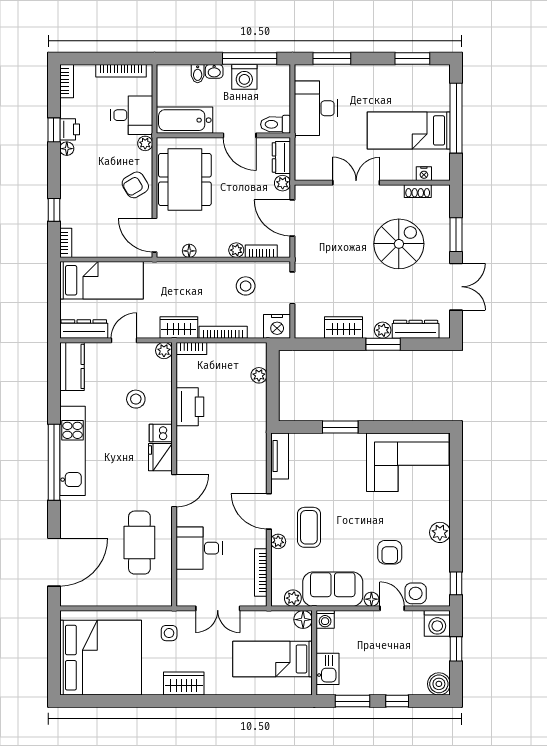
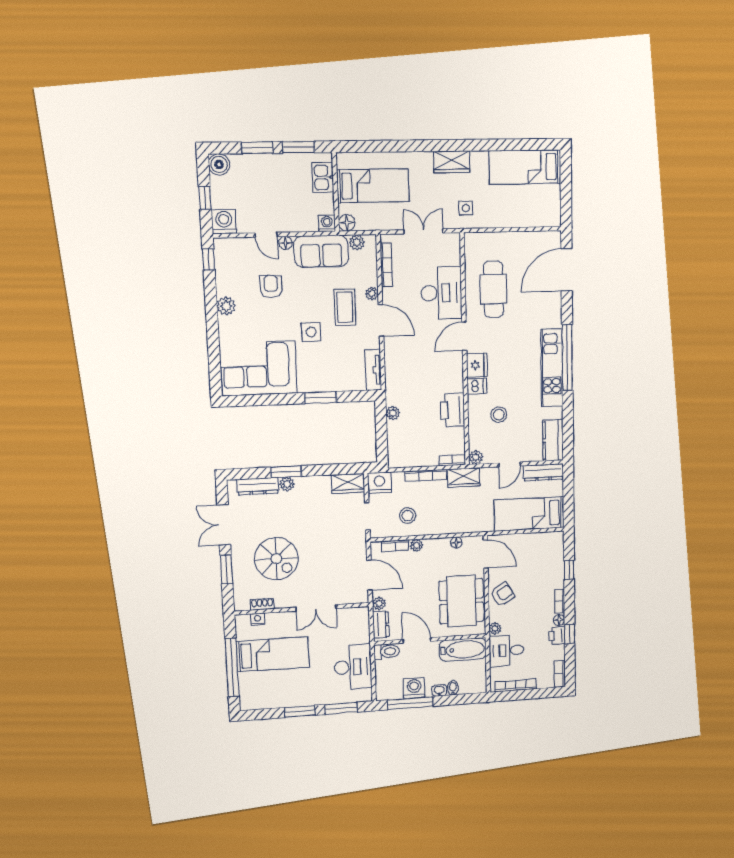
window: (412, 58) -> (300, 711), moved
bookcase: (66, 243) -> (560, 601), moved
spiral stairs: (399, 244) -> (276, 559), turned -90
wardrobe: (343, 327) -> (348, 483), moved
plant: (259, 375) -> (393, 413), moved
desk: (199, 548) -> (441, 293), width x1.37
side table: (416, 593) -> (311, 332), moved
bed: (101, 658) -> (525, 167), width x0.49
window: (397, 701) -> (257, 148), width x1.50

